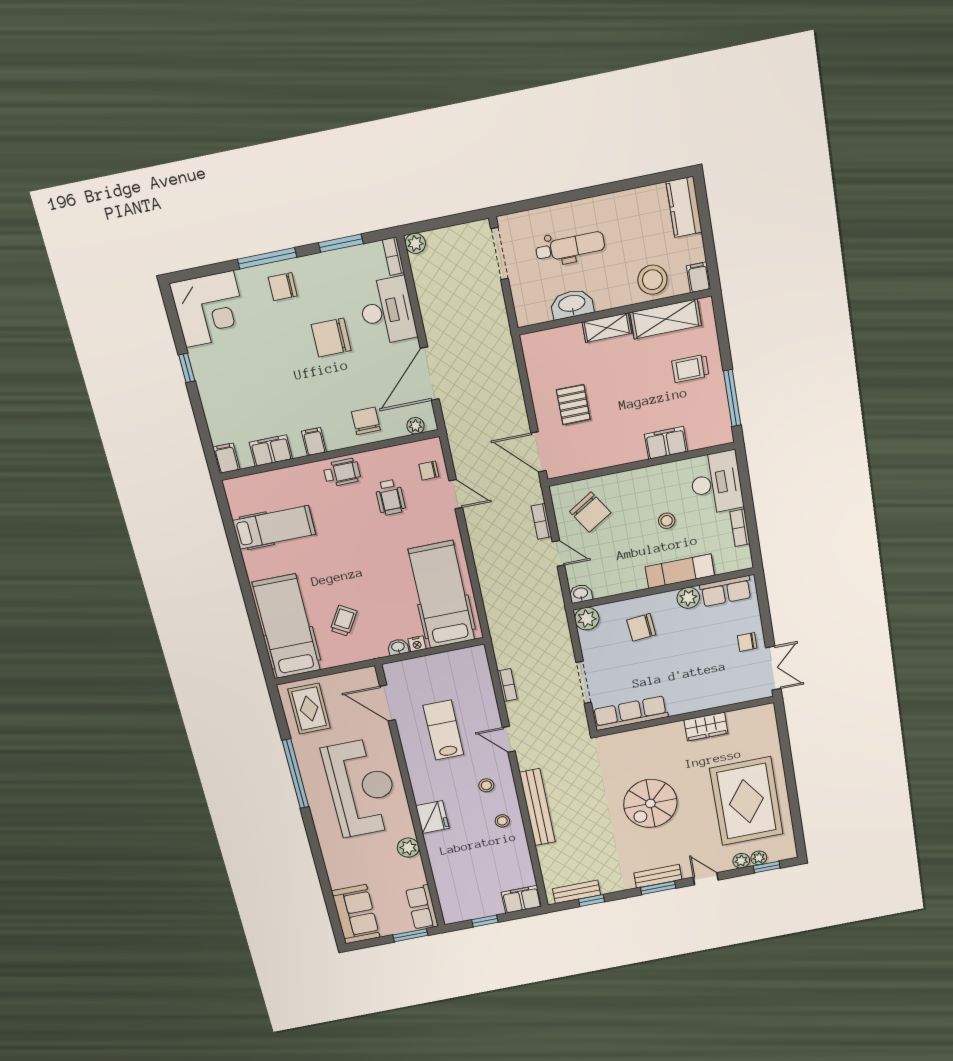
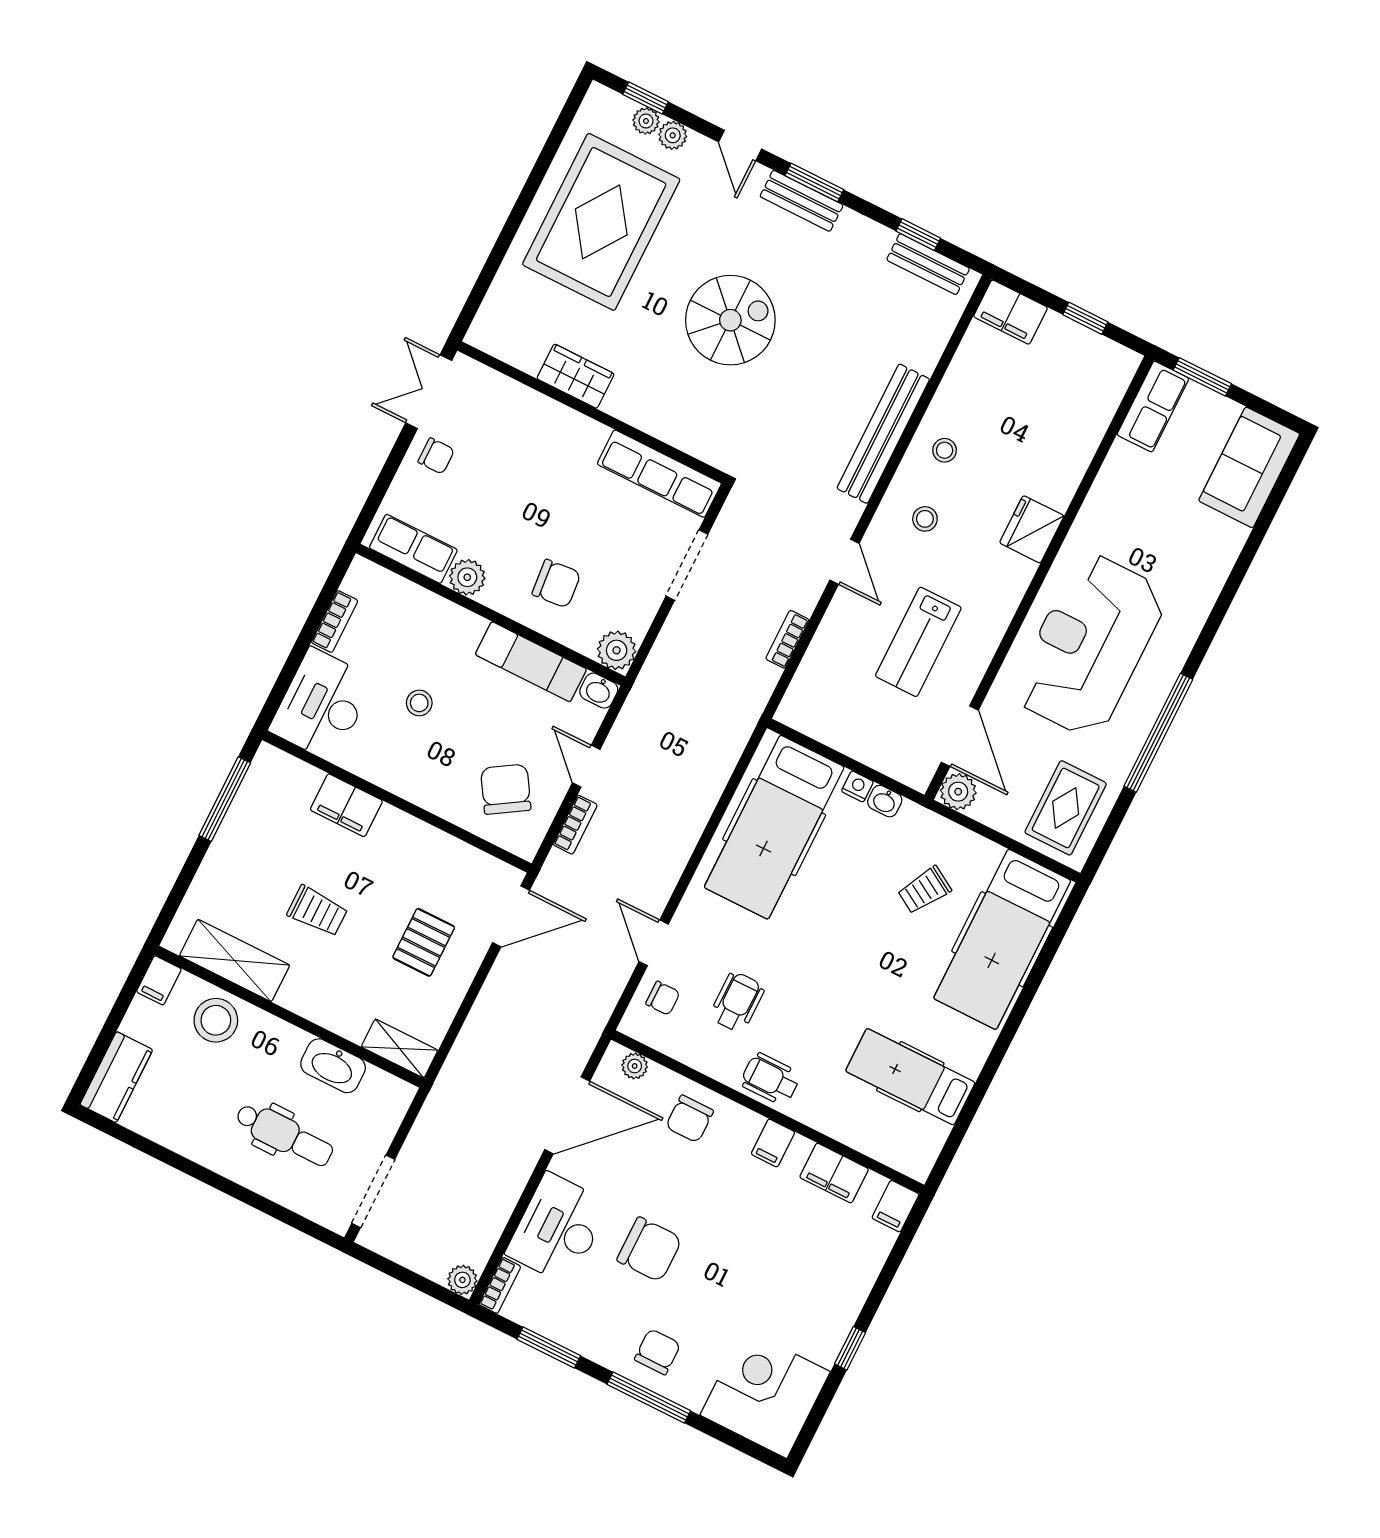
dental chair: (570, 247) -> (284, 1135), turned 180
chair: (283, 287) -> (658, 1352), turned -90
shelving: (607, 328) -> (400, 1048), moved
trolley: (690, 369) -> (317, 911), moved
door: (538, 452) -> (511, 916), hinge flipped
exam couch: (680, 571) -> (531, 662), moved
plant: (408, 848) -> (958, 792), moved

